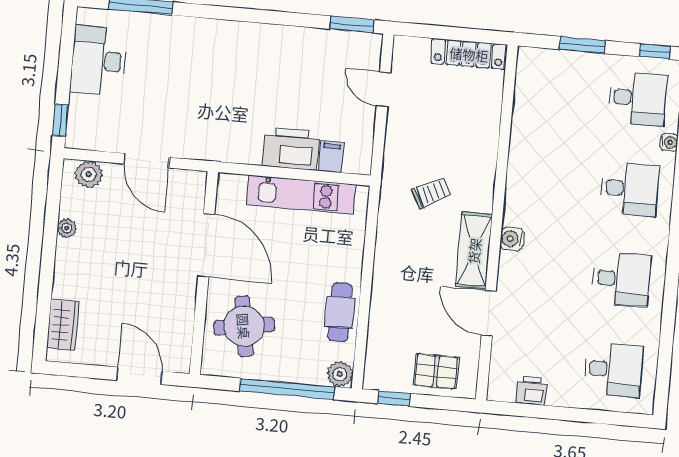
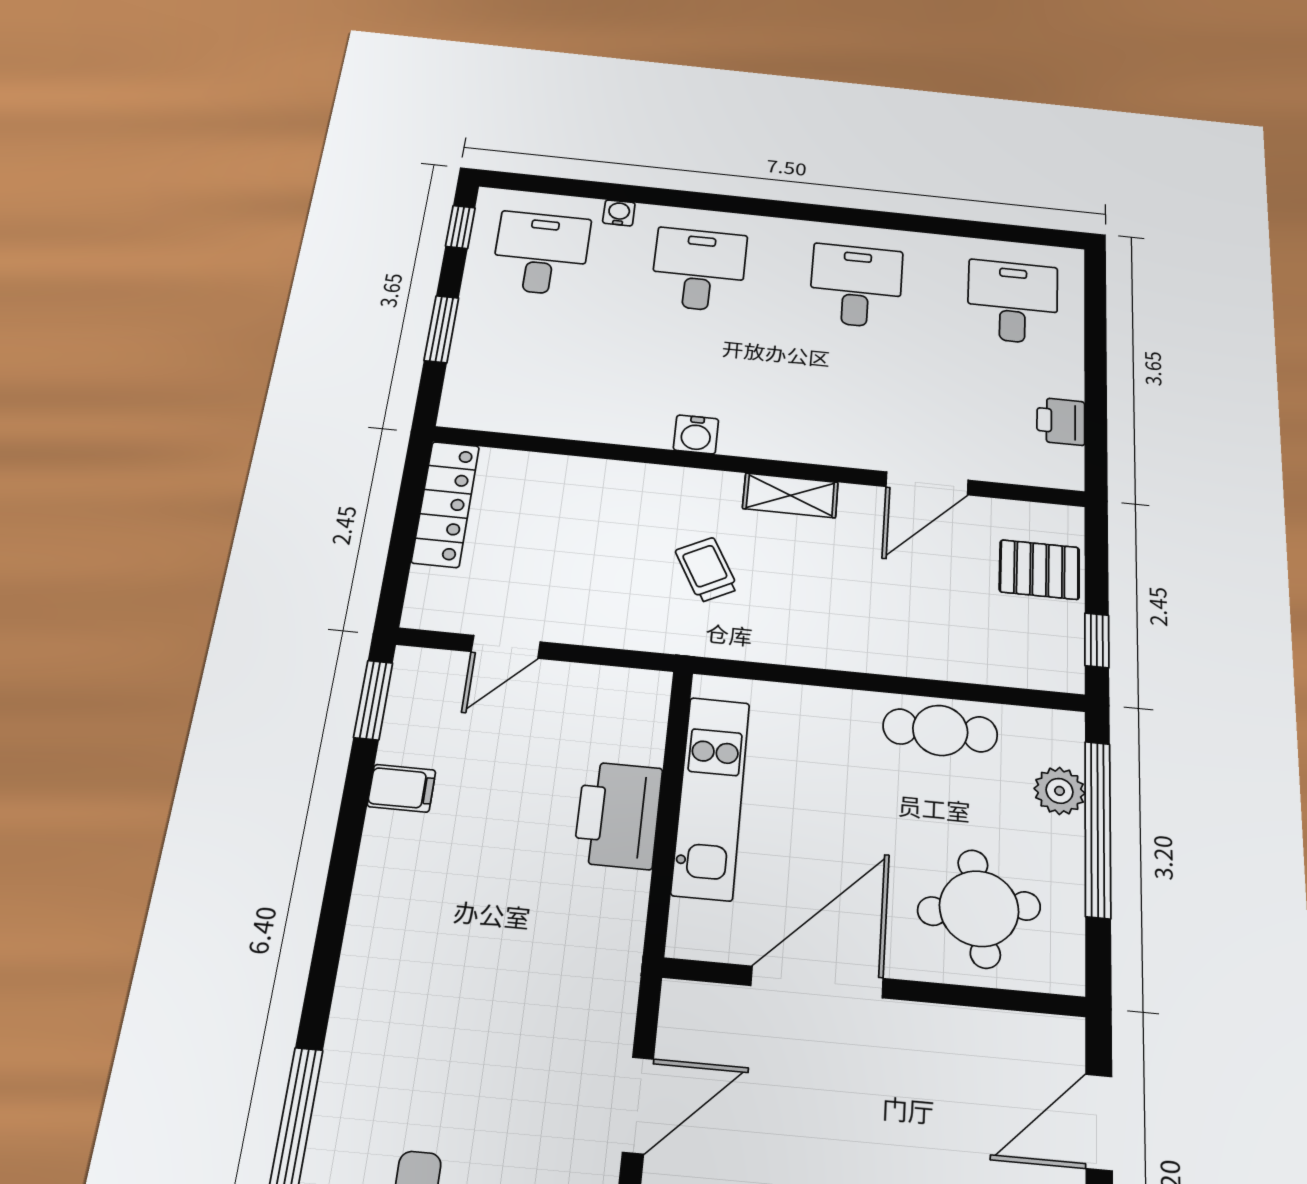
filing cabinet: (331, 157) -> (402, 788), moved, turned 180
water cooler: (512, 239) -> (696, 434), moved
shelving: (474, 251) -> (790, 495), width x0.67, depth x0.75
pallet: (436, 371) -> (1039, 570), turned 90
plant: (340, 374) -> (1059, 791), moved

